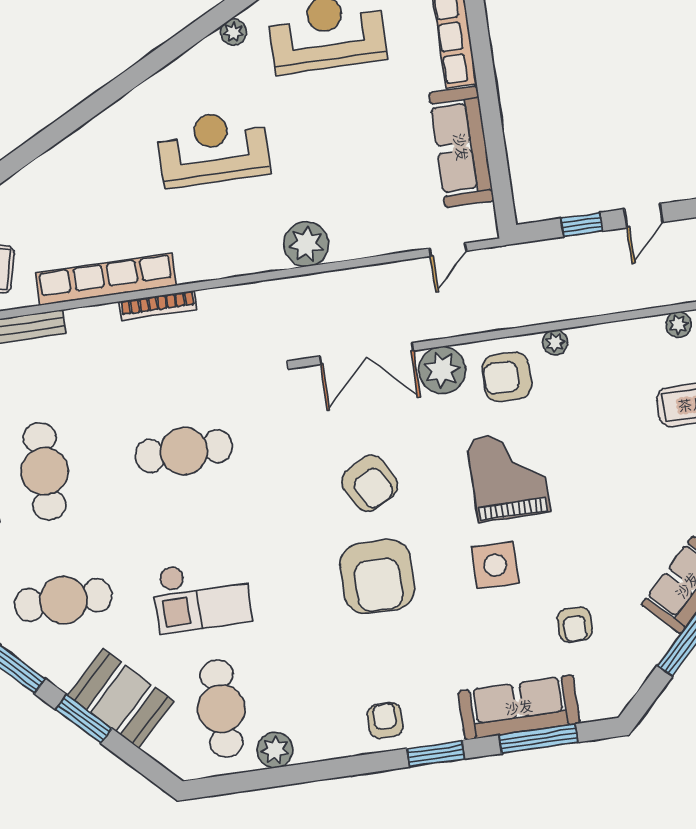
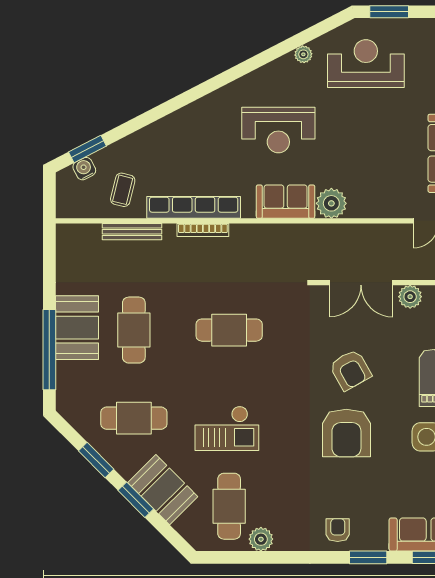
reception desk: (213, 148) -> (278, 130), turned 180
sofa: (239, 251) -> (286, 202), added
bookcase: (158, 305) -> (203, 230), moved
plant: (442, 370) -> (410, 297), width x0.73, depth x0.73

